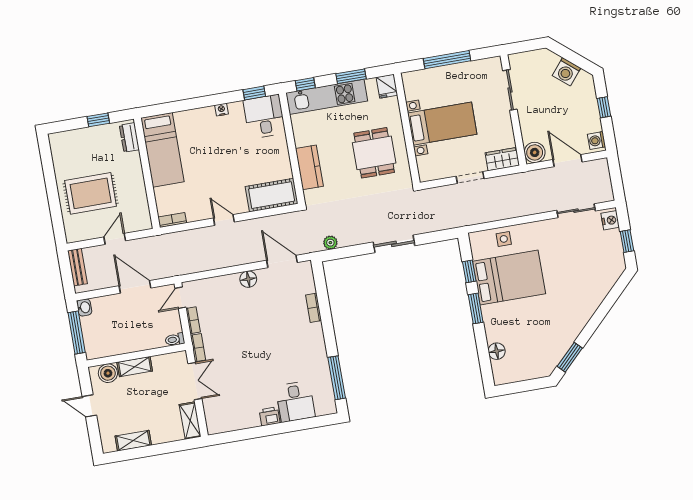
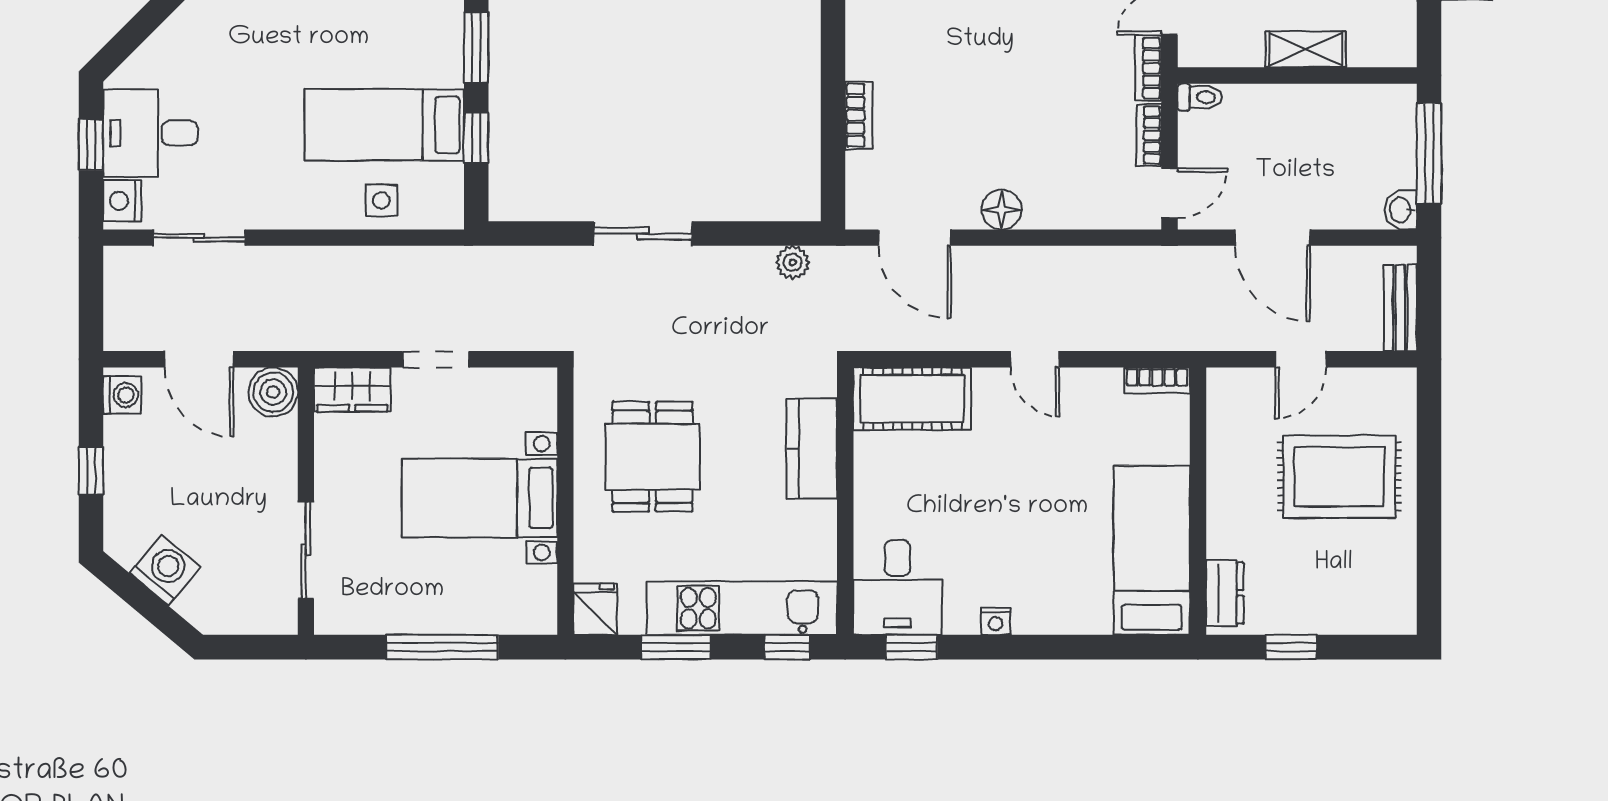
desk: (603, 250) -> (150, 133), added
bed: (509, 277) -> (384, 125), width x0.67
boiler: (108, 373) -> (1372, 45), removed

